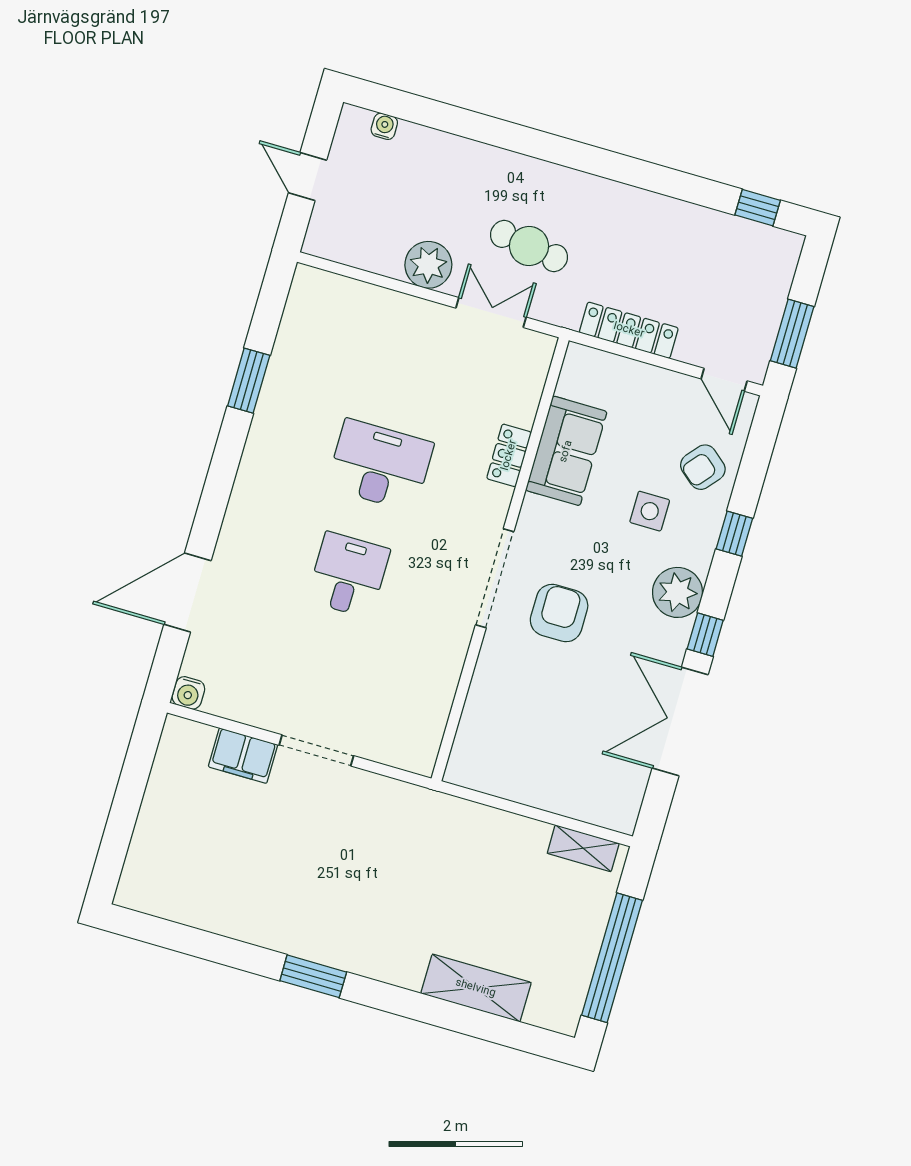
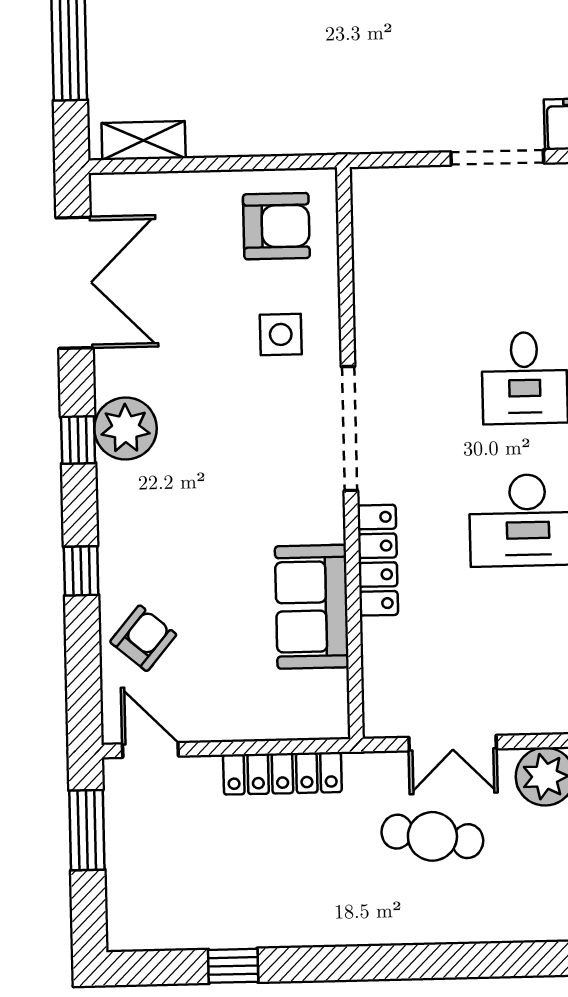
window: (758, 208) -> (233, 966), moved
locker: (509, 455) -> (378, 560), width x1.53
side table: (650, 511) -> (281, 334), moved
plant: (678, 592) -> (126, 428), moved
armchair: (559, 613) -> (276, 226), moved, turned -90
double door: (680, 721) -> (74, 283), moved

